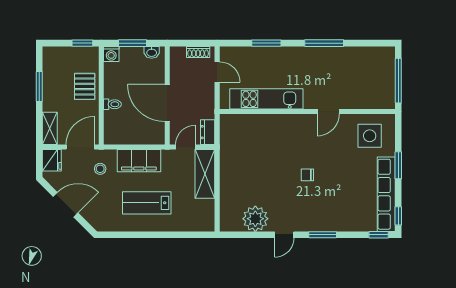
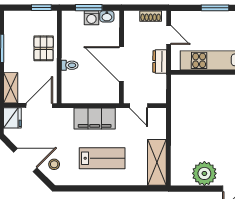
washing machine: (111, 54) -> (91, 18), moved
dresser: (208, 132) -> (160, 62), moved
door: (185, 147) -> (139, 106), swing flipped
stool: (100, 169) -> (54, 164), moved
shelving: (205, 174) -> (157, 162), moved
lab bench: (147, 203) -> (102, 158), turned 180

